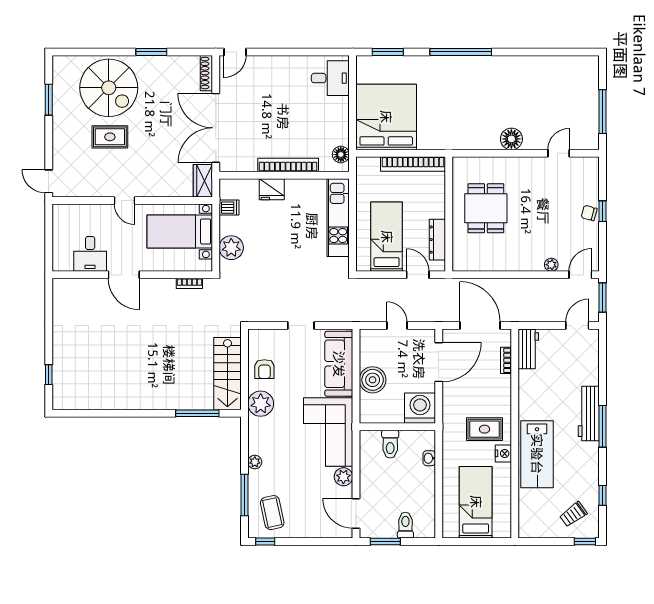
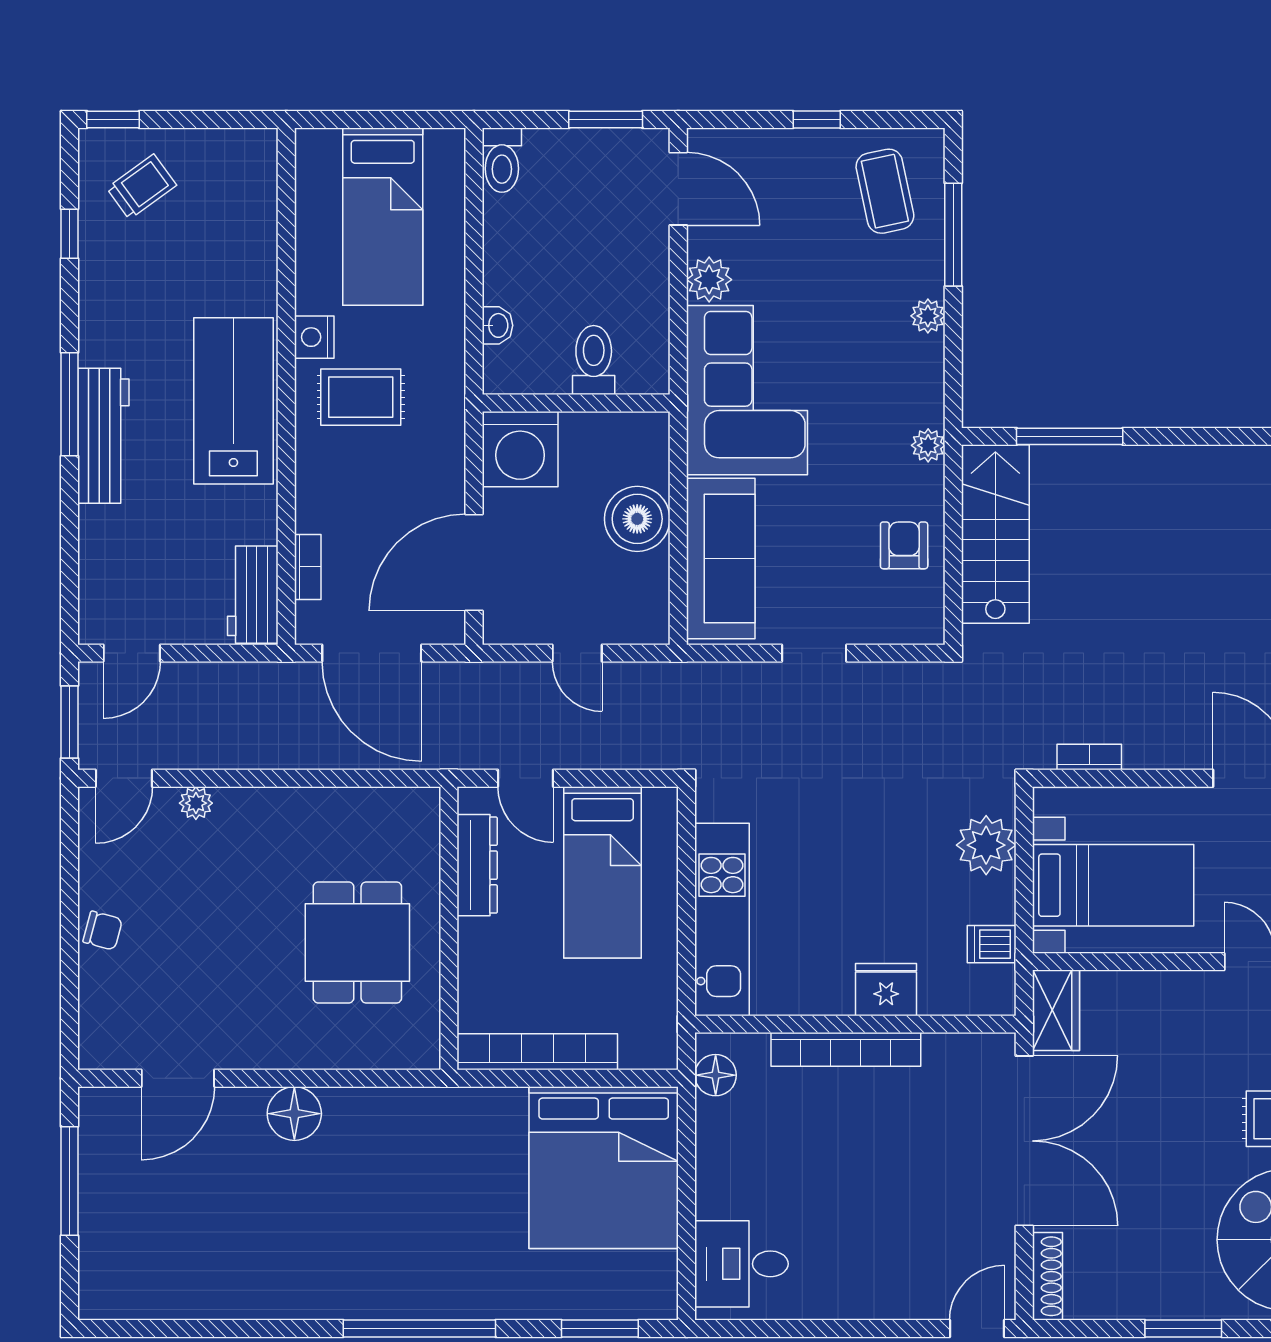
door: (559, 153) -> (178, 1078), width x1.38
window: (602, 211) -> (70, 935), removed
plant: (261, 404) -> (928, 445), width x0.53, depth x0.53
lab bench: (537, 454) -> (233, 401), moved
toilet: (405, 525) -> (502, 160), moved
window: (265, 542) -> (817, 120), moved

